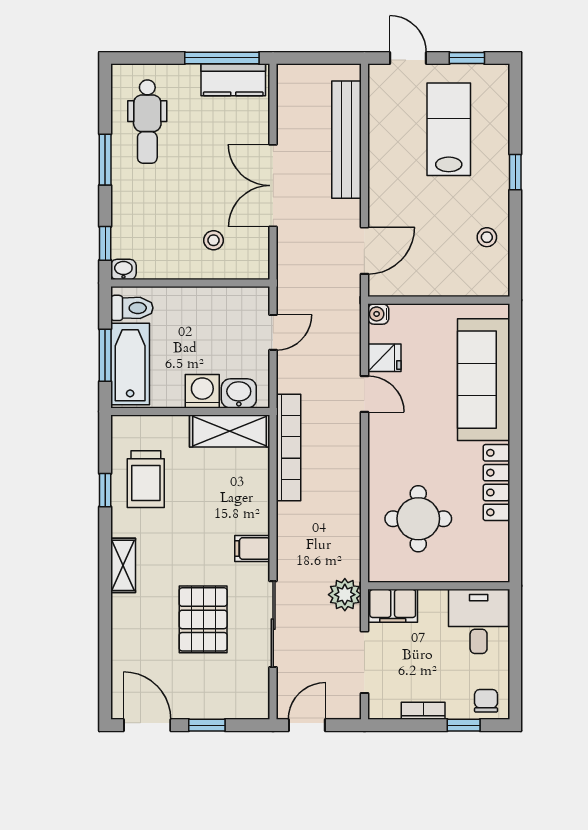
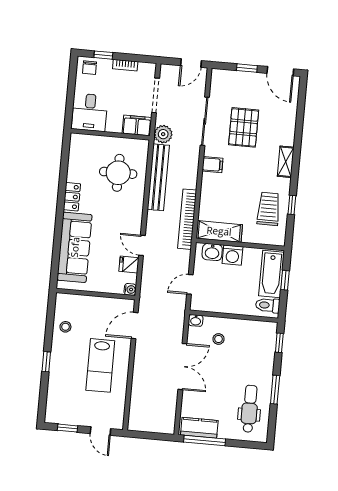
lab bench: (449, 129) -> (100, 365), moved
bench: (346, 140) -> (158, 177), moved
washbasin: (123, 269) -> (196, 320), moved
window: (105, 355) -> (285, 280), width x0.67
locker: (496, 483) -> (72, 197), width x0.66

